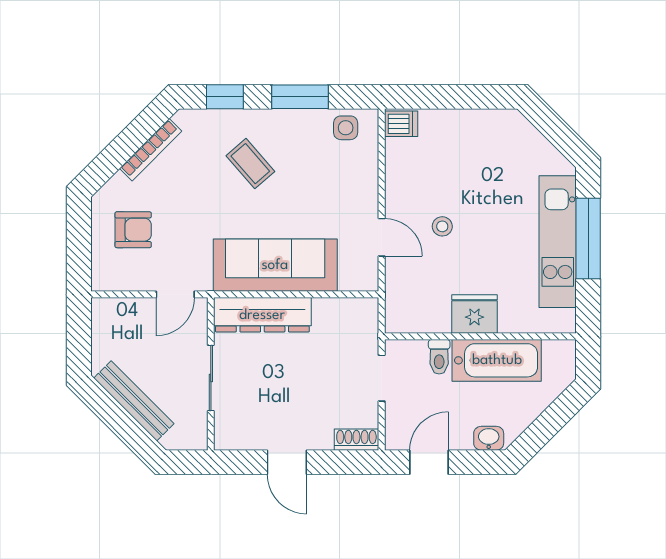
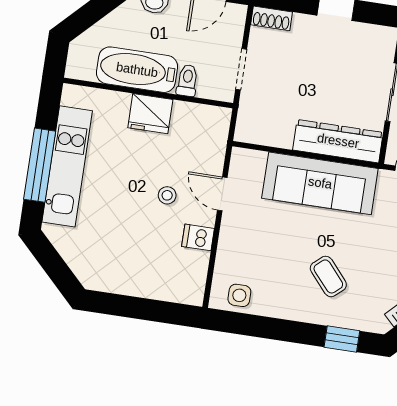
window: (300, 97) -> (276, 329), removed
dishwasher: (401, 124) -> (198, 237), moved

